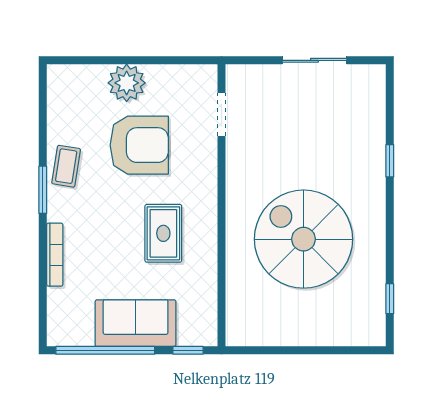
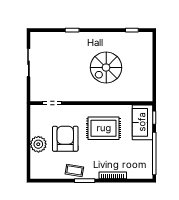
rug: (163, 233) -> (104, 128), width x1.36, depth x1.43
spiral stairs: (304, 239) -> (106, 68), width x0.73, depth x0.73
sofa: (136, 323) -> (142, 122), moved

